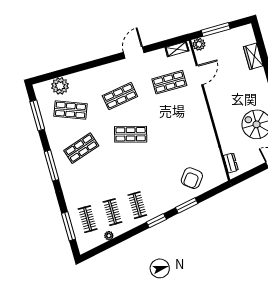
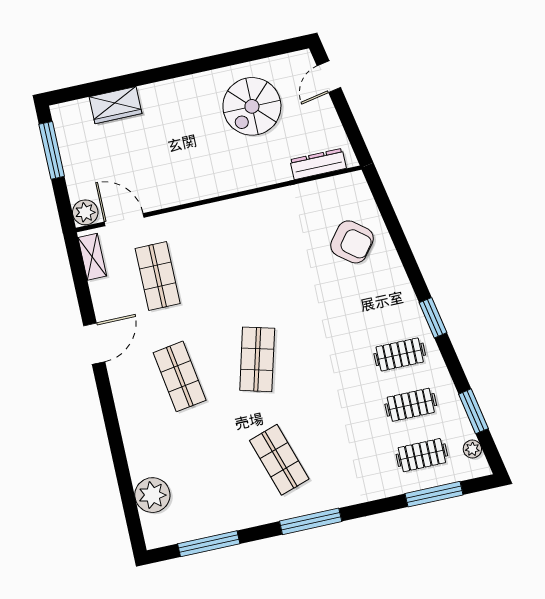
window: (216, 30) -> (52, 150), moved
door: (134, 53) -> (94, 344), swing flipped
door: (200, 75) -> (124, 220), moved
shop shelf: (70, 110) -> (202, 477), removed
dresser: (231, 163) -> (318, 164), width x1.44
window: (187, 205) -> (473, 411), moved
plant: (109, 236) -> (472, 449), moved

